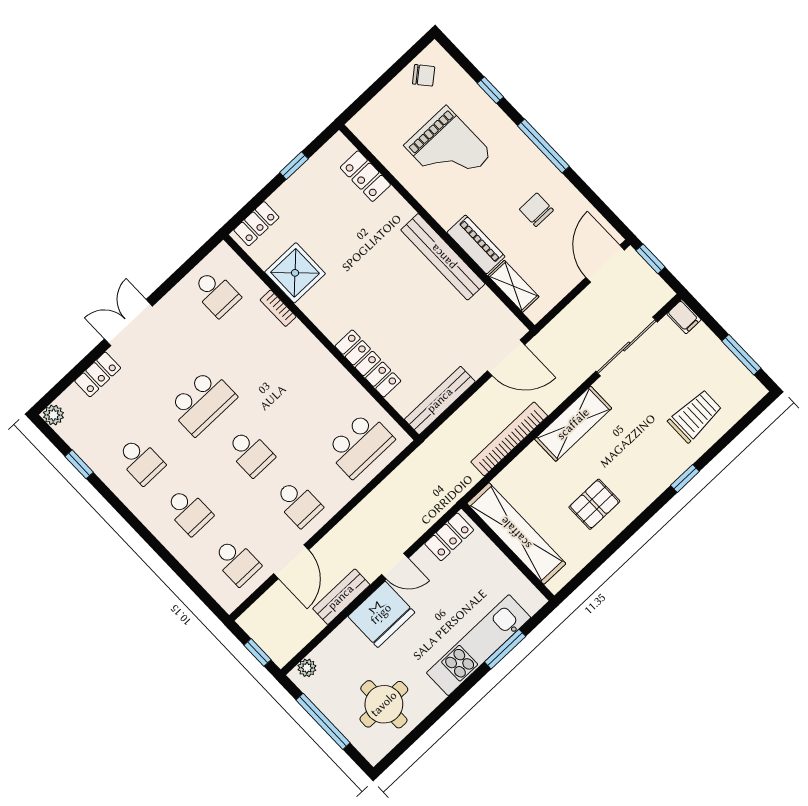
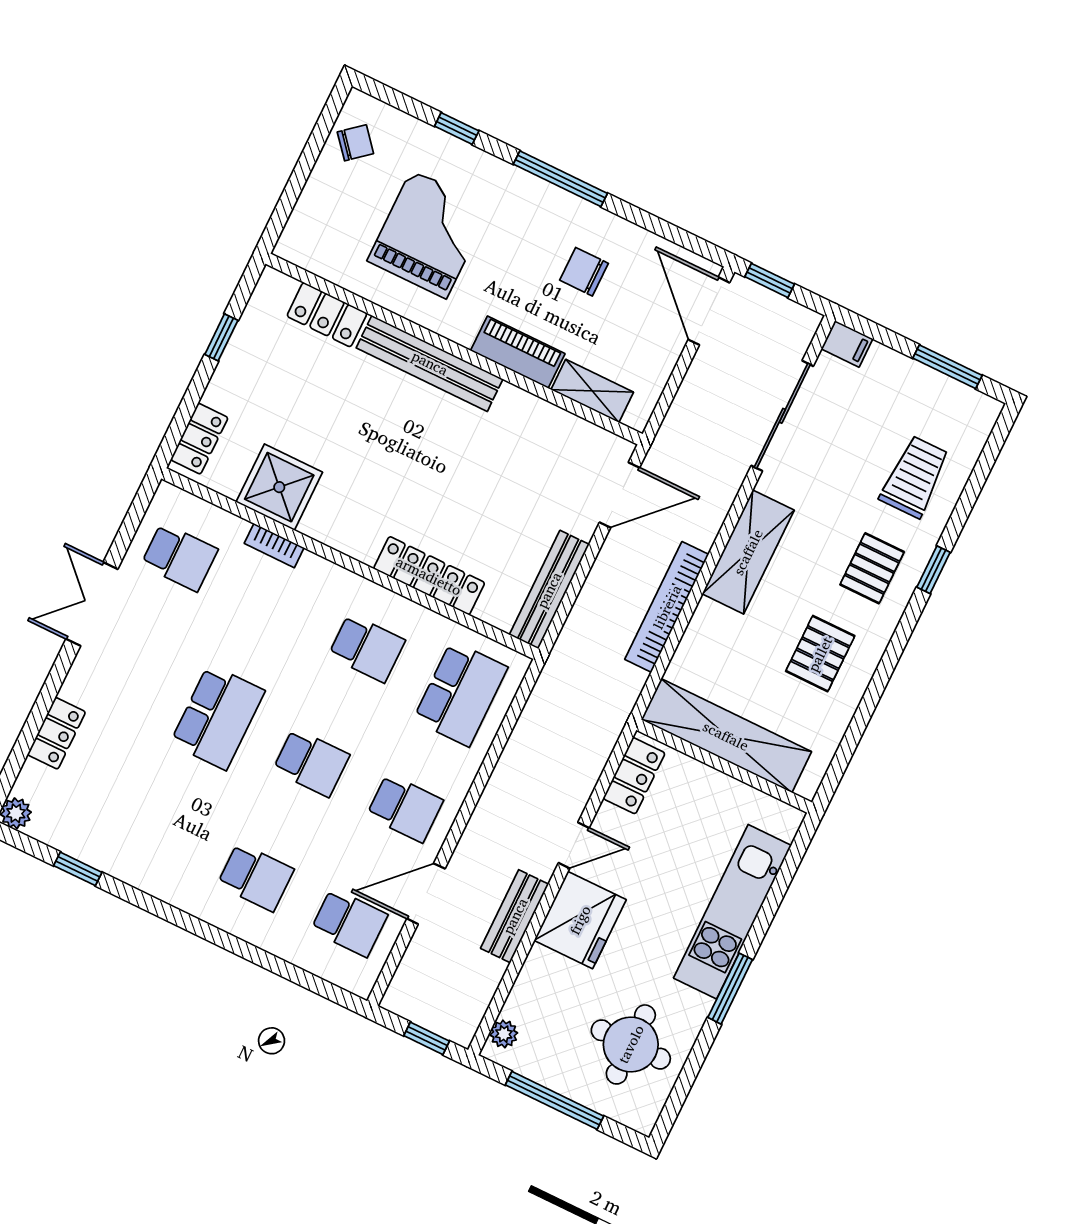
grand piano: (448, 150) -> (429, 234), turned -90
bench: (443, 257) -> (430, 363), moved
double door: (128, 323) -> (92, 604), moved
school desk: (141, 461) -> (367, 648), moved
pallet: (647, 463) -> (872, 568), added
door: (291, 562) -> (426, 894), swing flipped
window: (505, 649) -> (730, 989), moved

